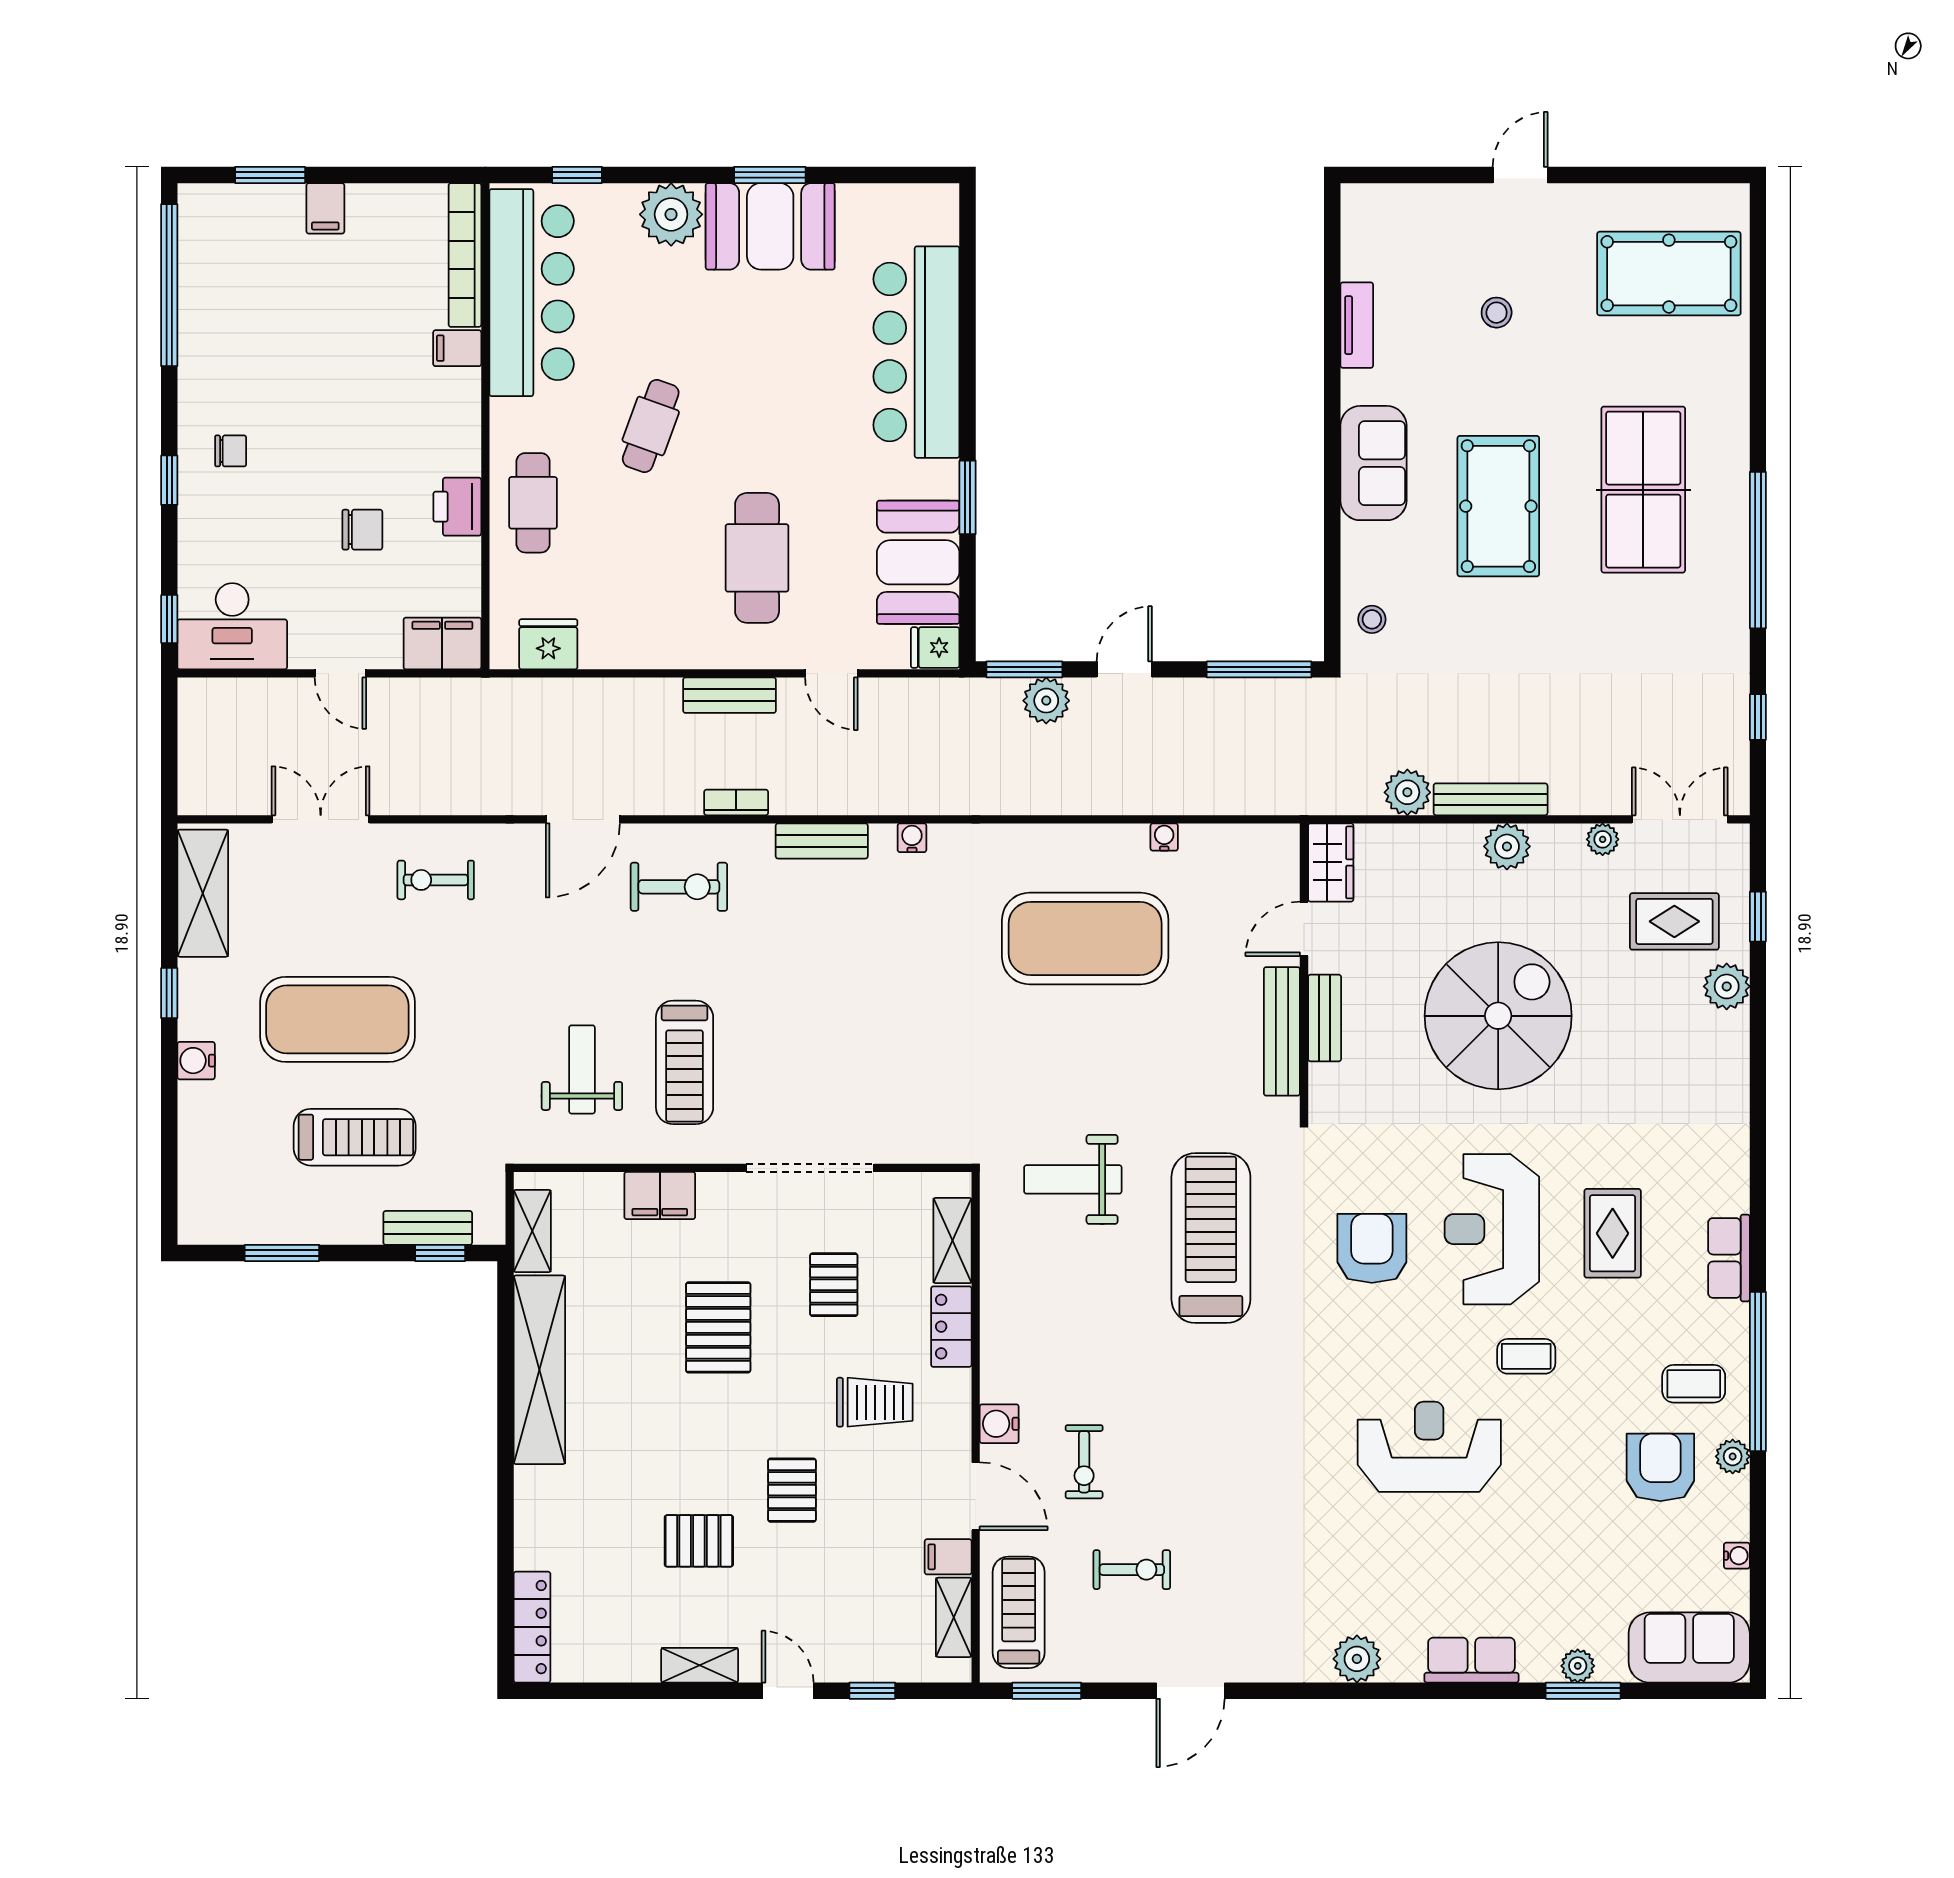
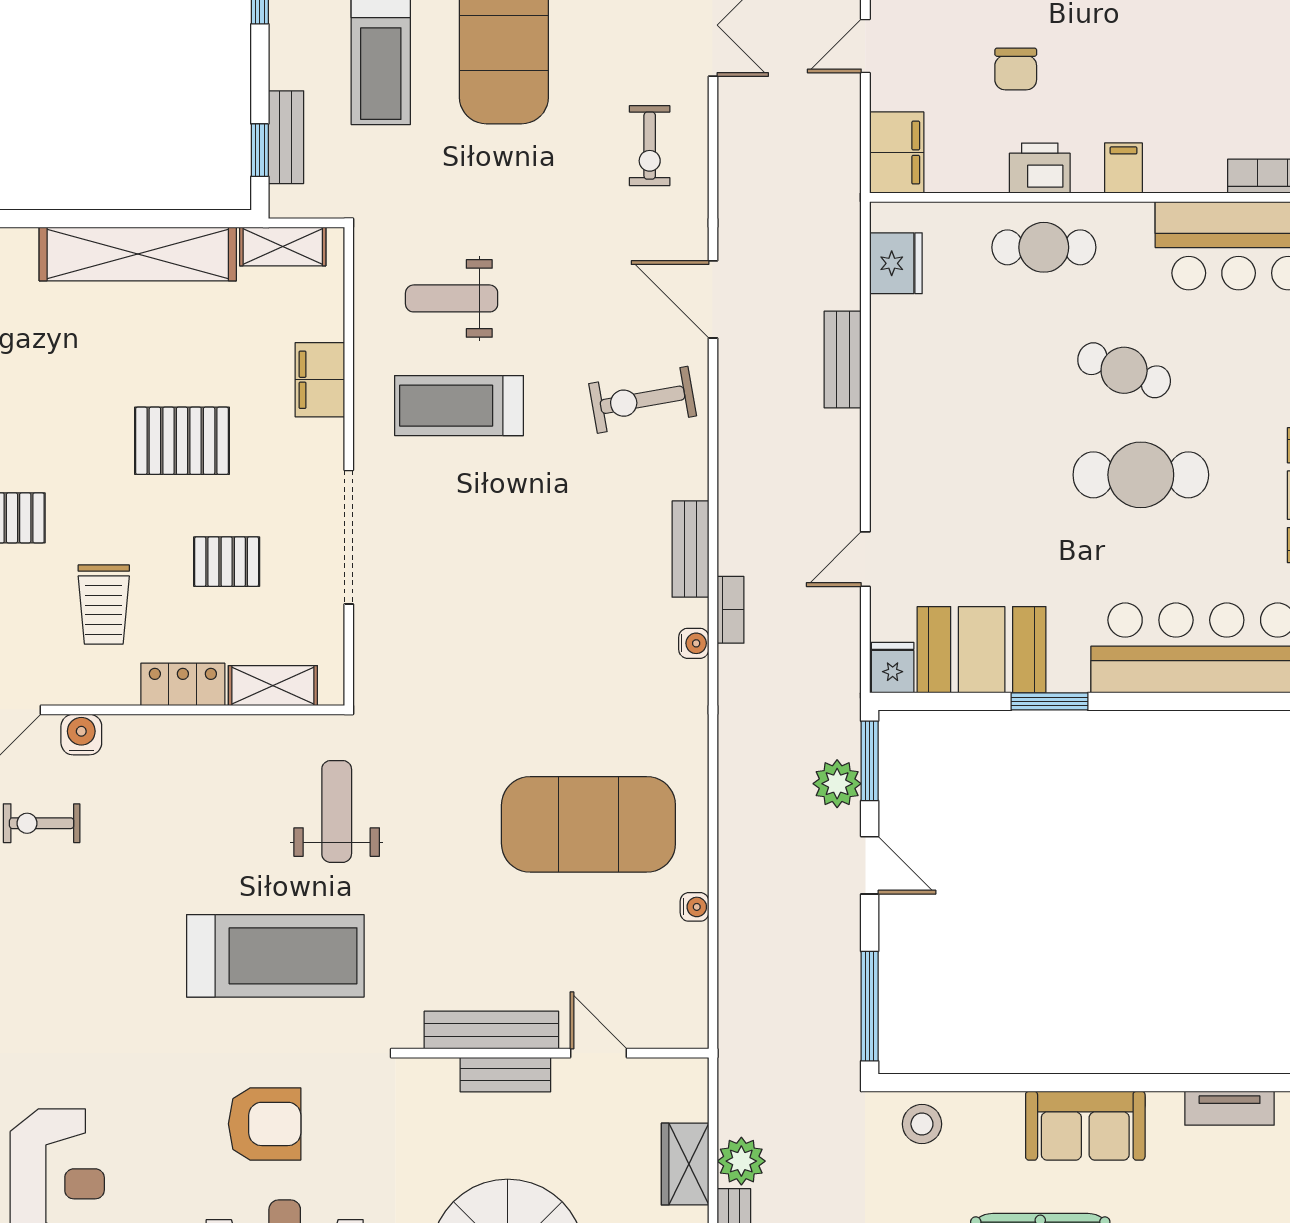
filing cabinet: (457, 348) -> (1123, 168), moved
cafe table: (757, 558) -> (1141, 475), moved
stool: (1372, 619) -> (922, 1124), width x1.37, depth x1.37
bench: (730, 695) -> (843, 360), moved
bookcase: (736, 802) -> (731, 610), moved
wardrobe: (1331, 862) -> (685, 1164), moved, turned 90
exercise bike: (436, 880) -> (650, 146), turned 180
exercise bike: (679, 887) -> (643, 400), turned 80
exercise mat: (1085, 939) -> (588, 824), turned 90
weight bench: (582, 1069) -> (452, 298), turned 180

